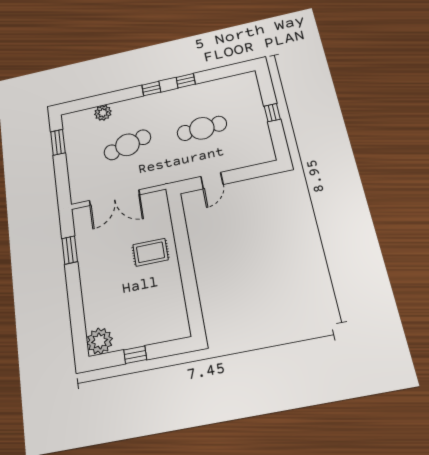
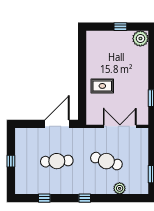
window: (186, 81) -> (44, 198), moved
cafe table: (127, 145) -> (106, 161), turned 33
door: (212, 181) -> (57, 124), width x1.87

